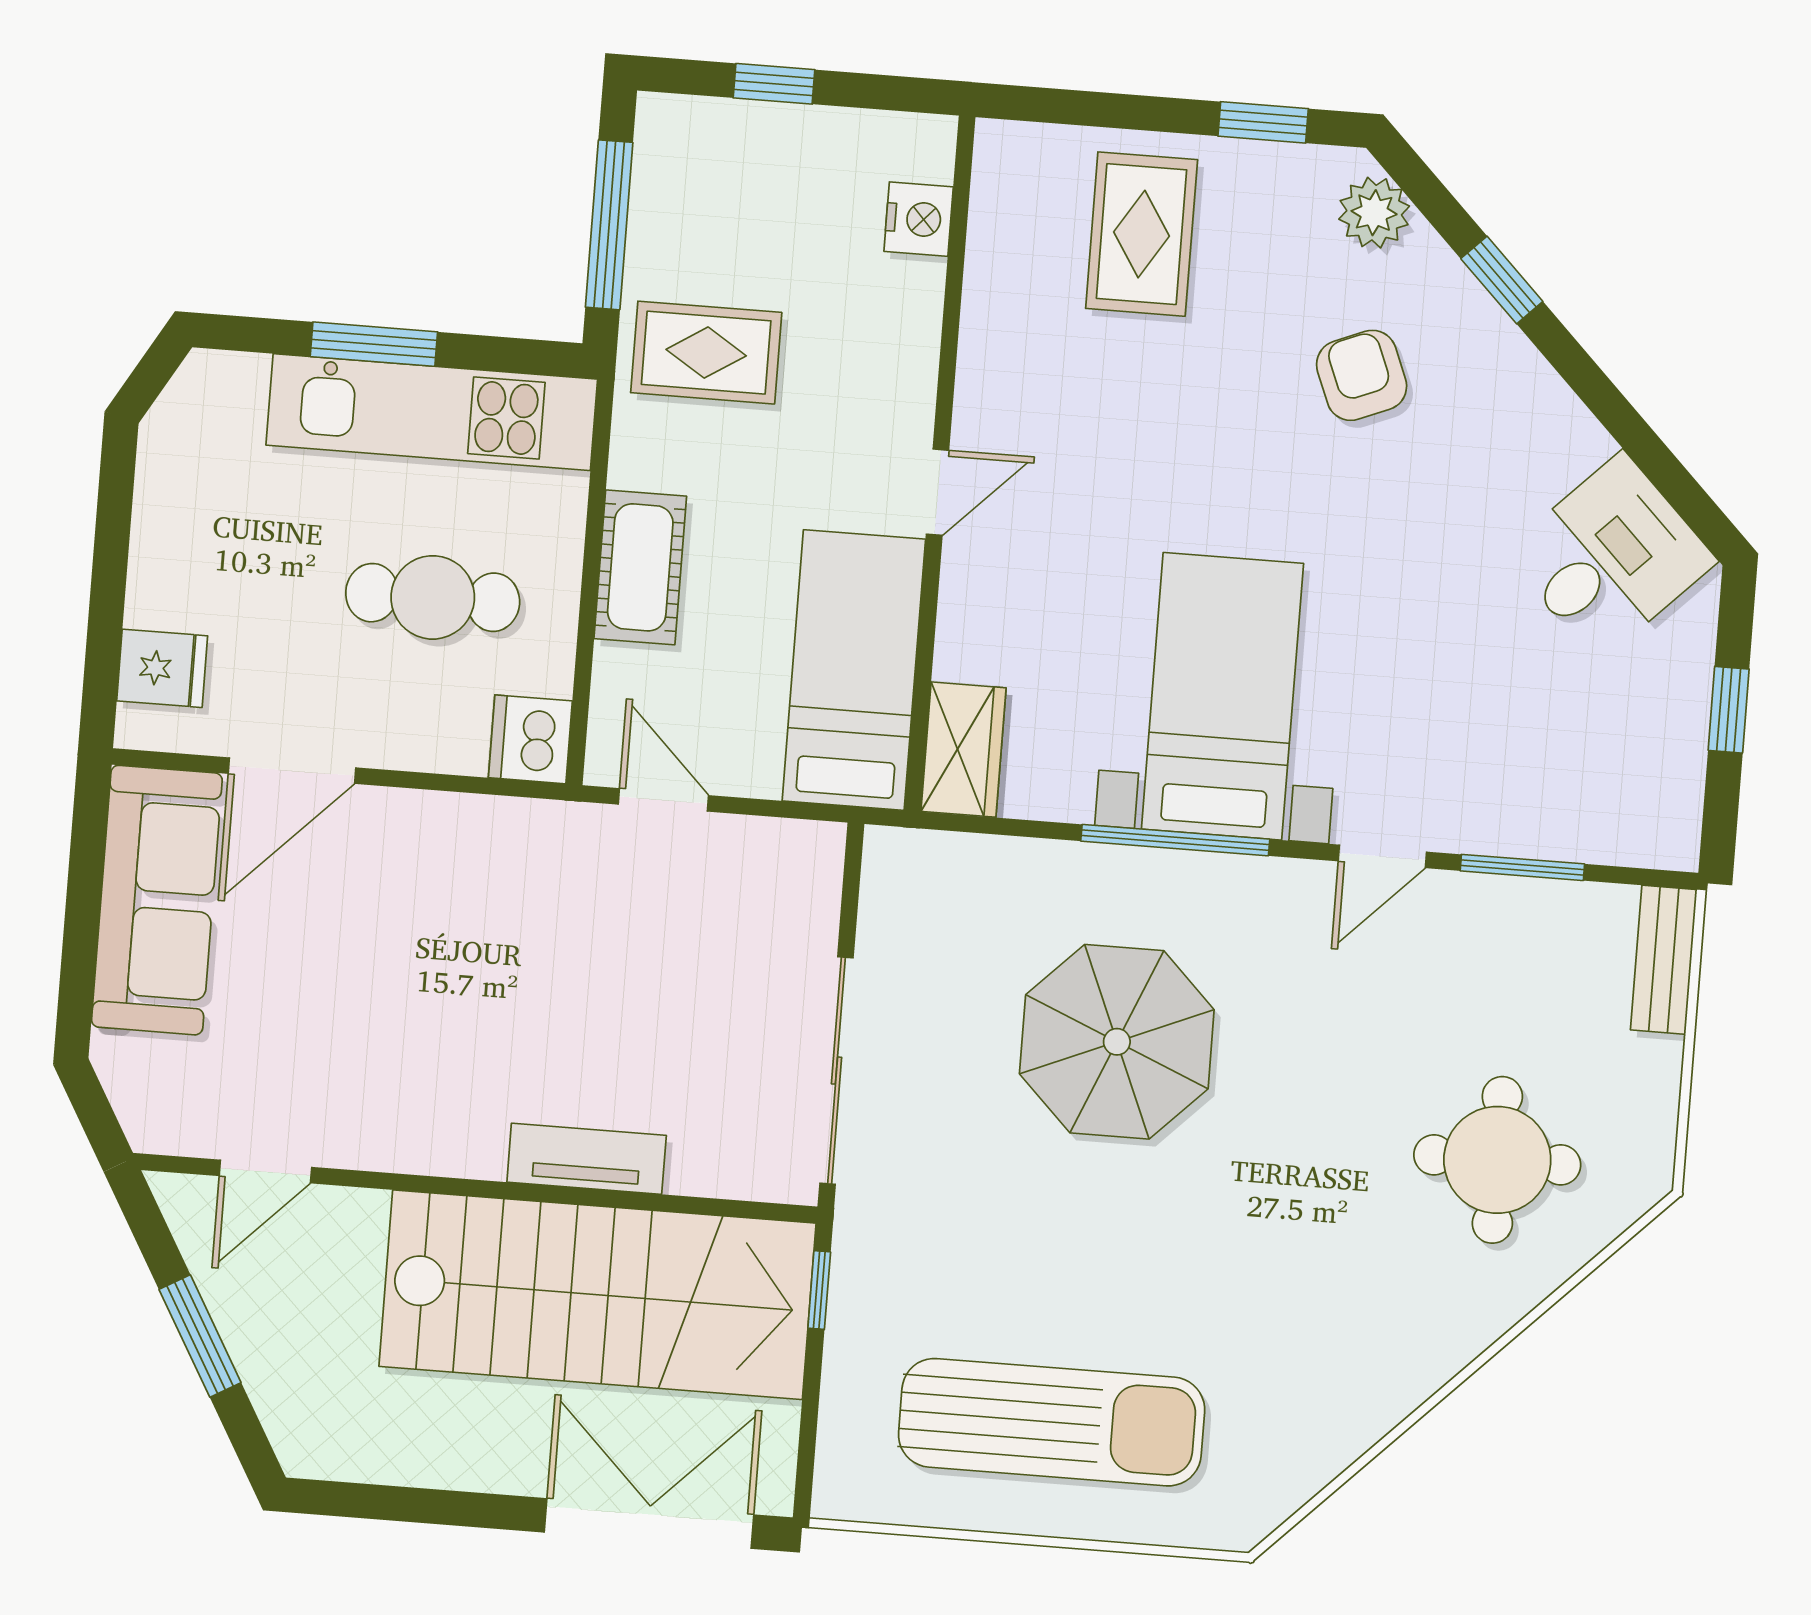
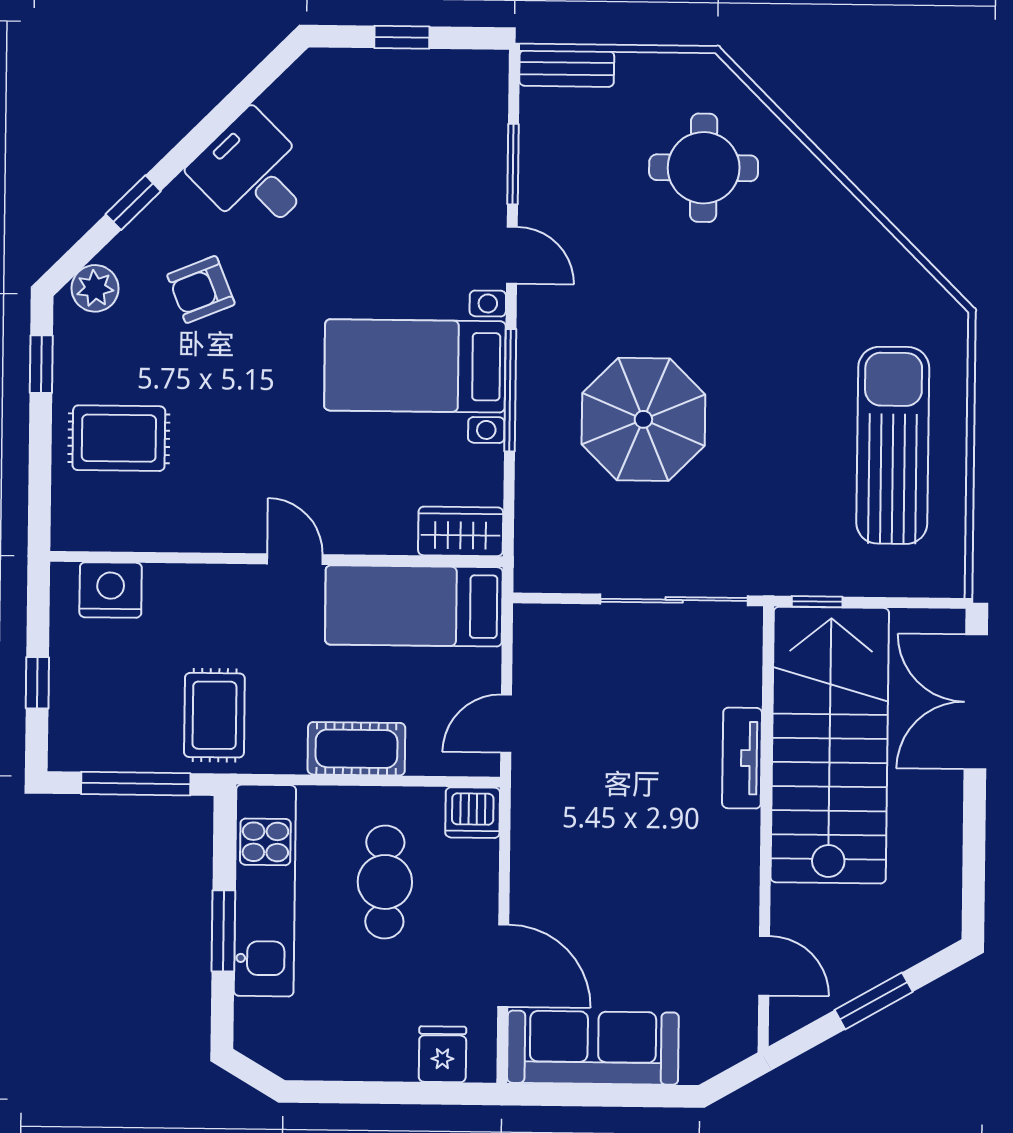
nightstand: (919, 219) -> (111, 590), width x1.36, depth x1.33
desk: (1610, 557) -> (253, 174), moved

